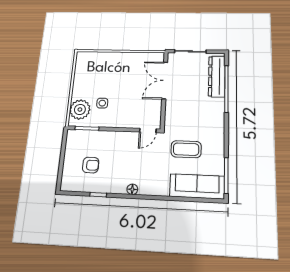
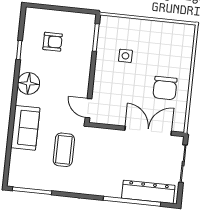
chair: (128, 70) -> (165, 88), added
plant: (80, 109) -> (120, 29), removed
armchair: (91, 165) -> (53, 42), turned -90
sofa: (197, 186) -> (25, 128), moved, width x0.73
floor lamp: (132, 189) -> (29, 83), width x1.89, depth x1.89

